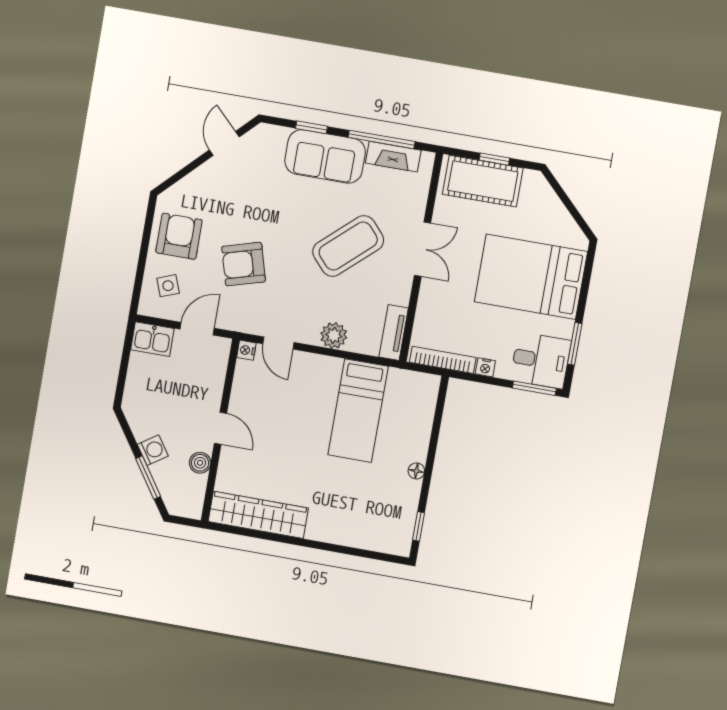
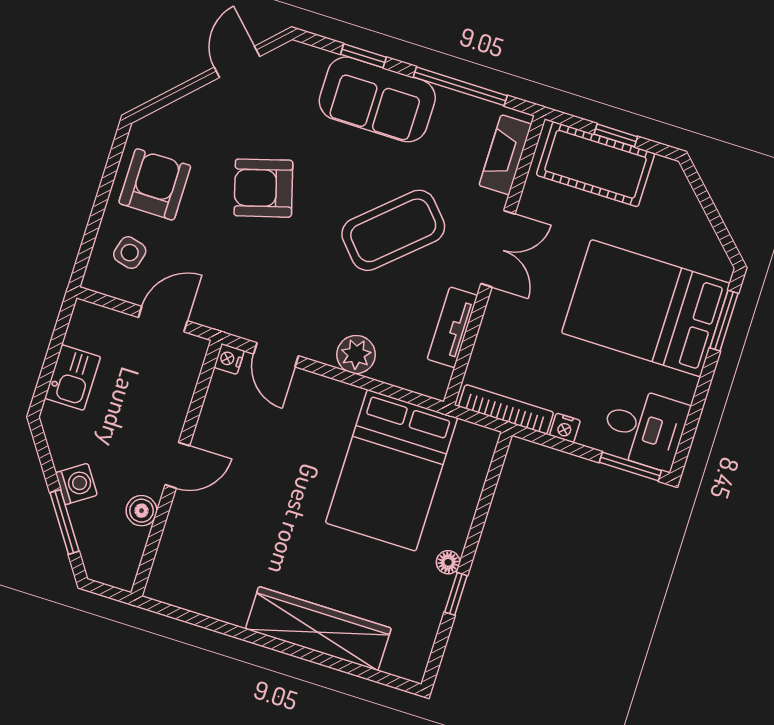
fireplace: (393, 157) -> (505, 155), moved, turned 90
armchair: (244, 264) -> (263, 188), moved
side table: (168, 286) -> (130, 253), turned 36
tv unit: (394, 333) -> (452, 327), moved
kitchen sink: (152, 339) -> (73, 377), moved, turned -90
window: (575, 344) -> (724, 321), moved
bed: (358, 411) -> (392, 470), width x1.50
door: (221, 428) -> (177, 465), hinge flipped
wardrobe: (258, 515) -> (318, 628), moved
window: (419, 526) -> (456, 594), moved

